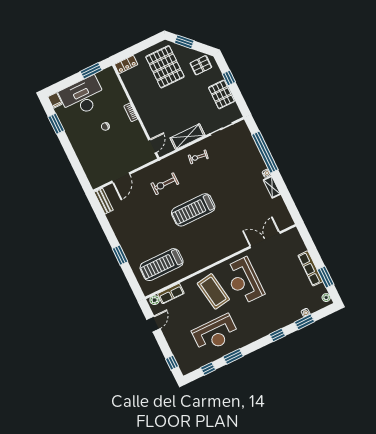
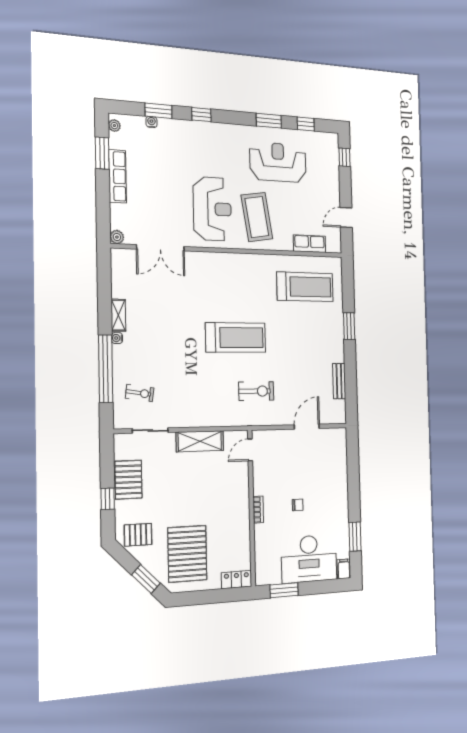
exercise bike: (198, 157) -> (140, 393), moved
bench: (104, 201) -> (339, 381), moved
plant: (155, 300) -> (117, 237), moved

